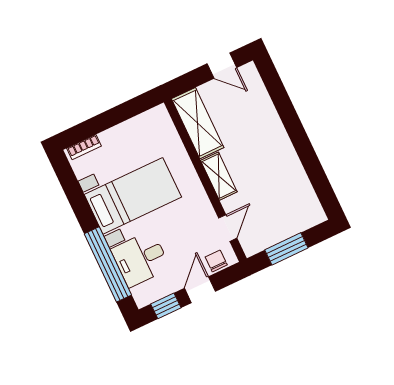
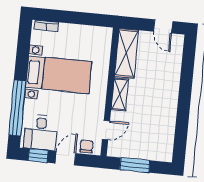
desk: (141, 259) -> (41, 132), moved, turned -90

